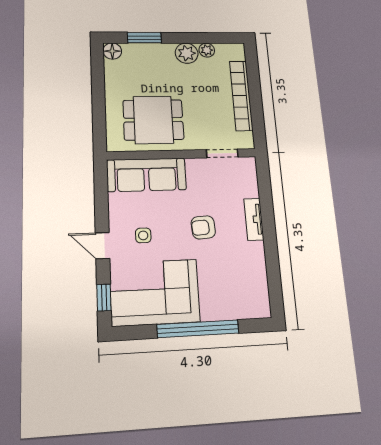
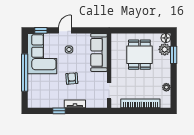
plant: (187, 53) -> (165, 49), moved
dining table: (153, 120) -> (139, 55), moved
window: (271, 251) -> (59, 111), added

